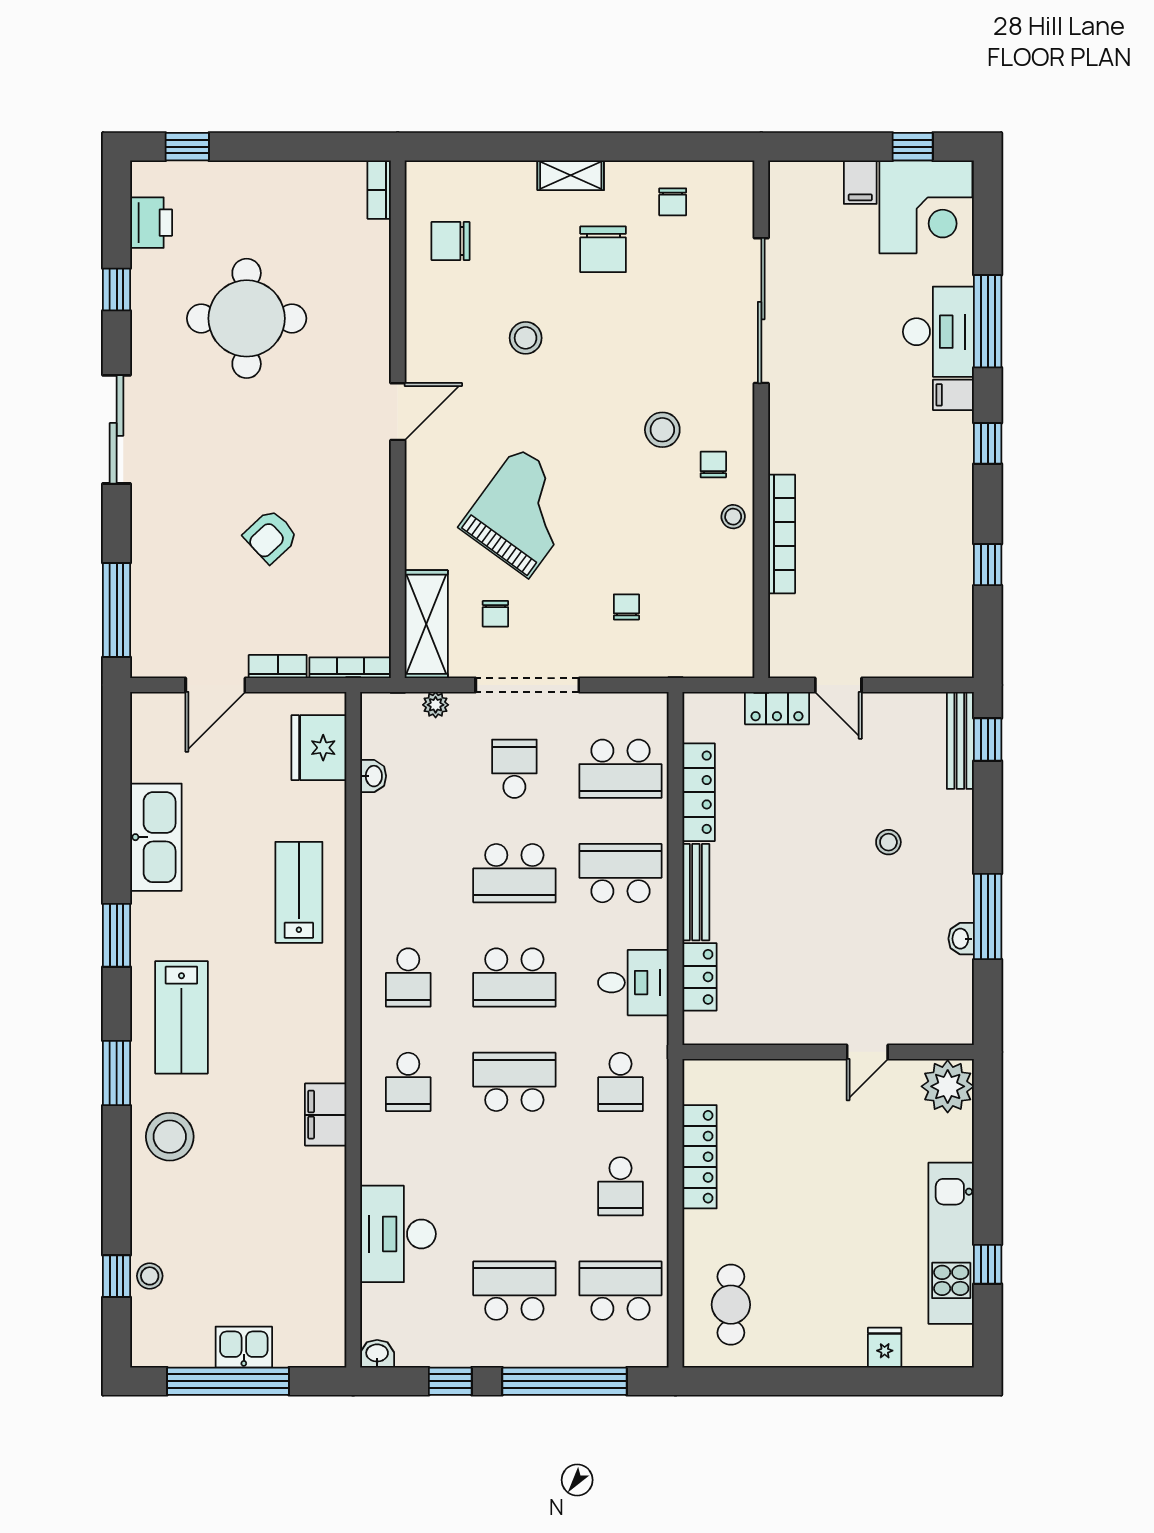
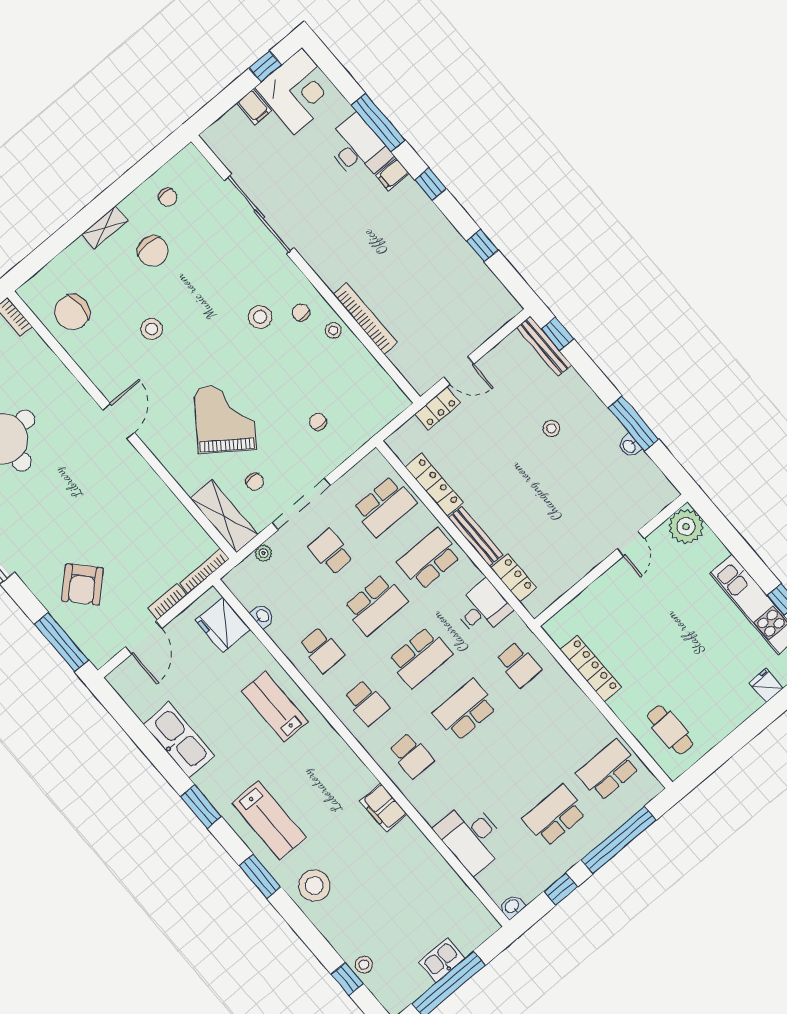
chair: (451, 241) -> (72, 312), width x1.37, depth x1.37
armchair: (271, 536) -> (82, 584), moved, width x1.38, depth x1.38
school desk: (620, 1186) -> (322, 650), moved

